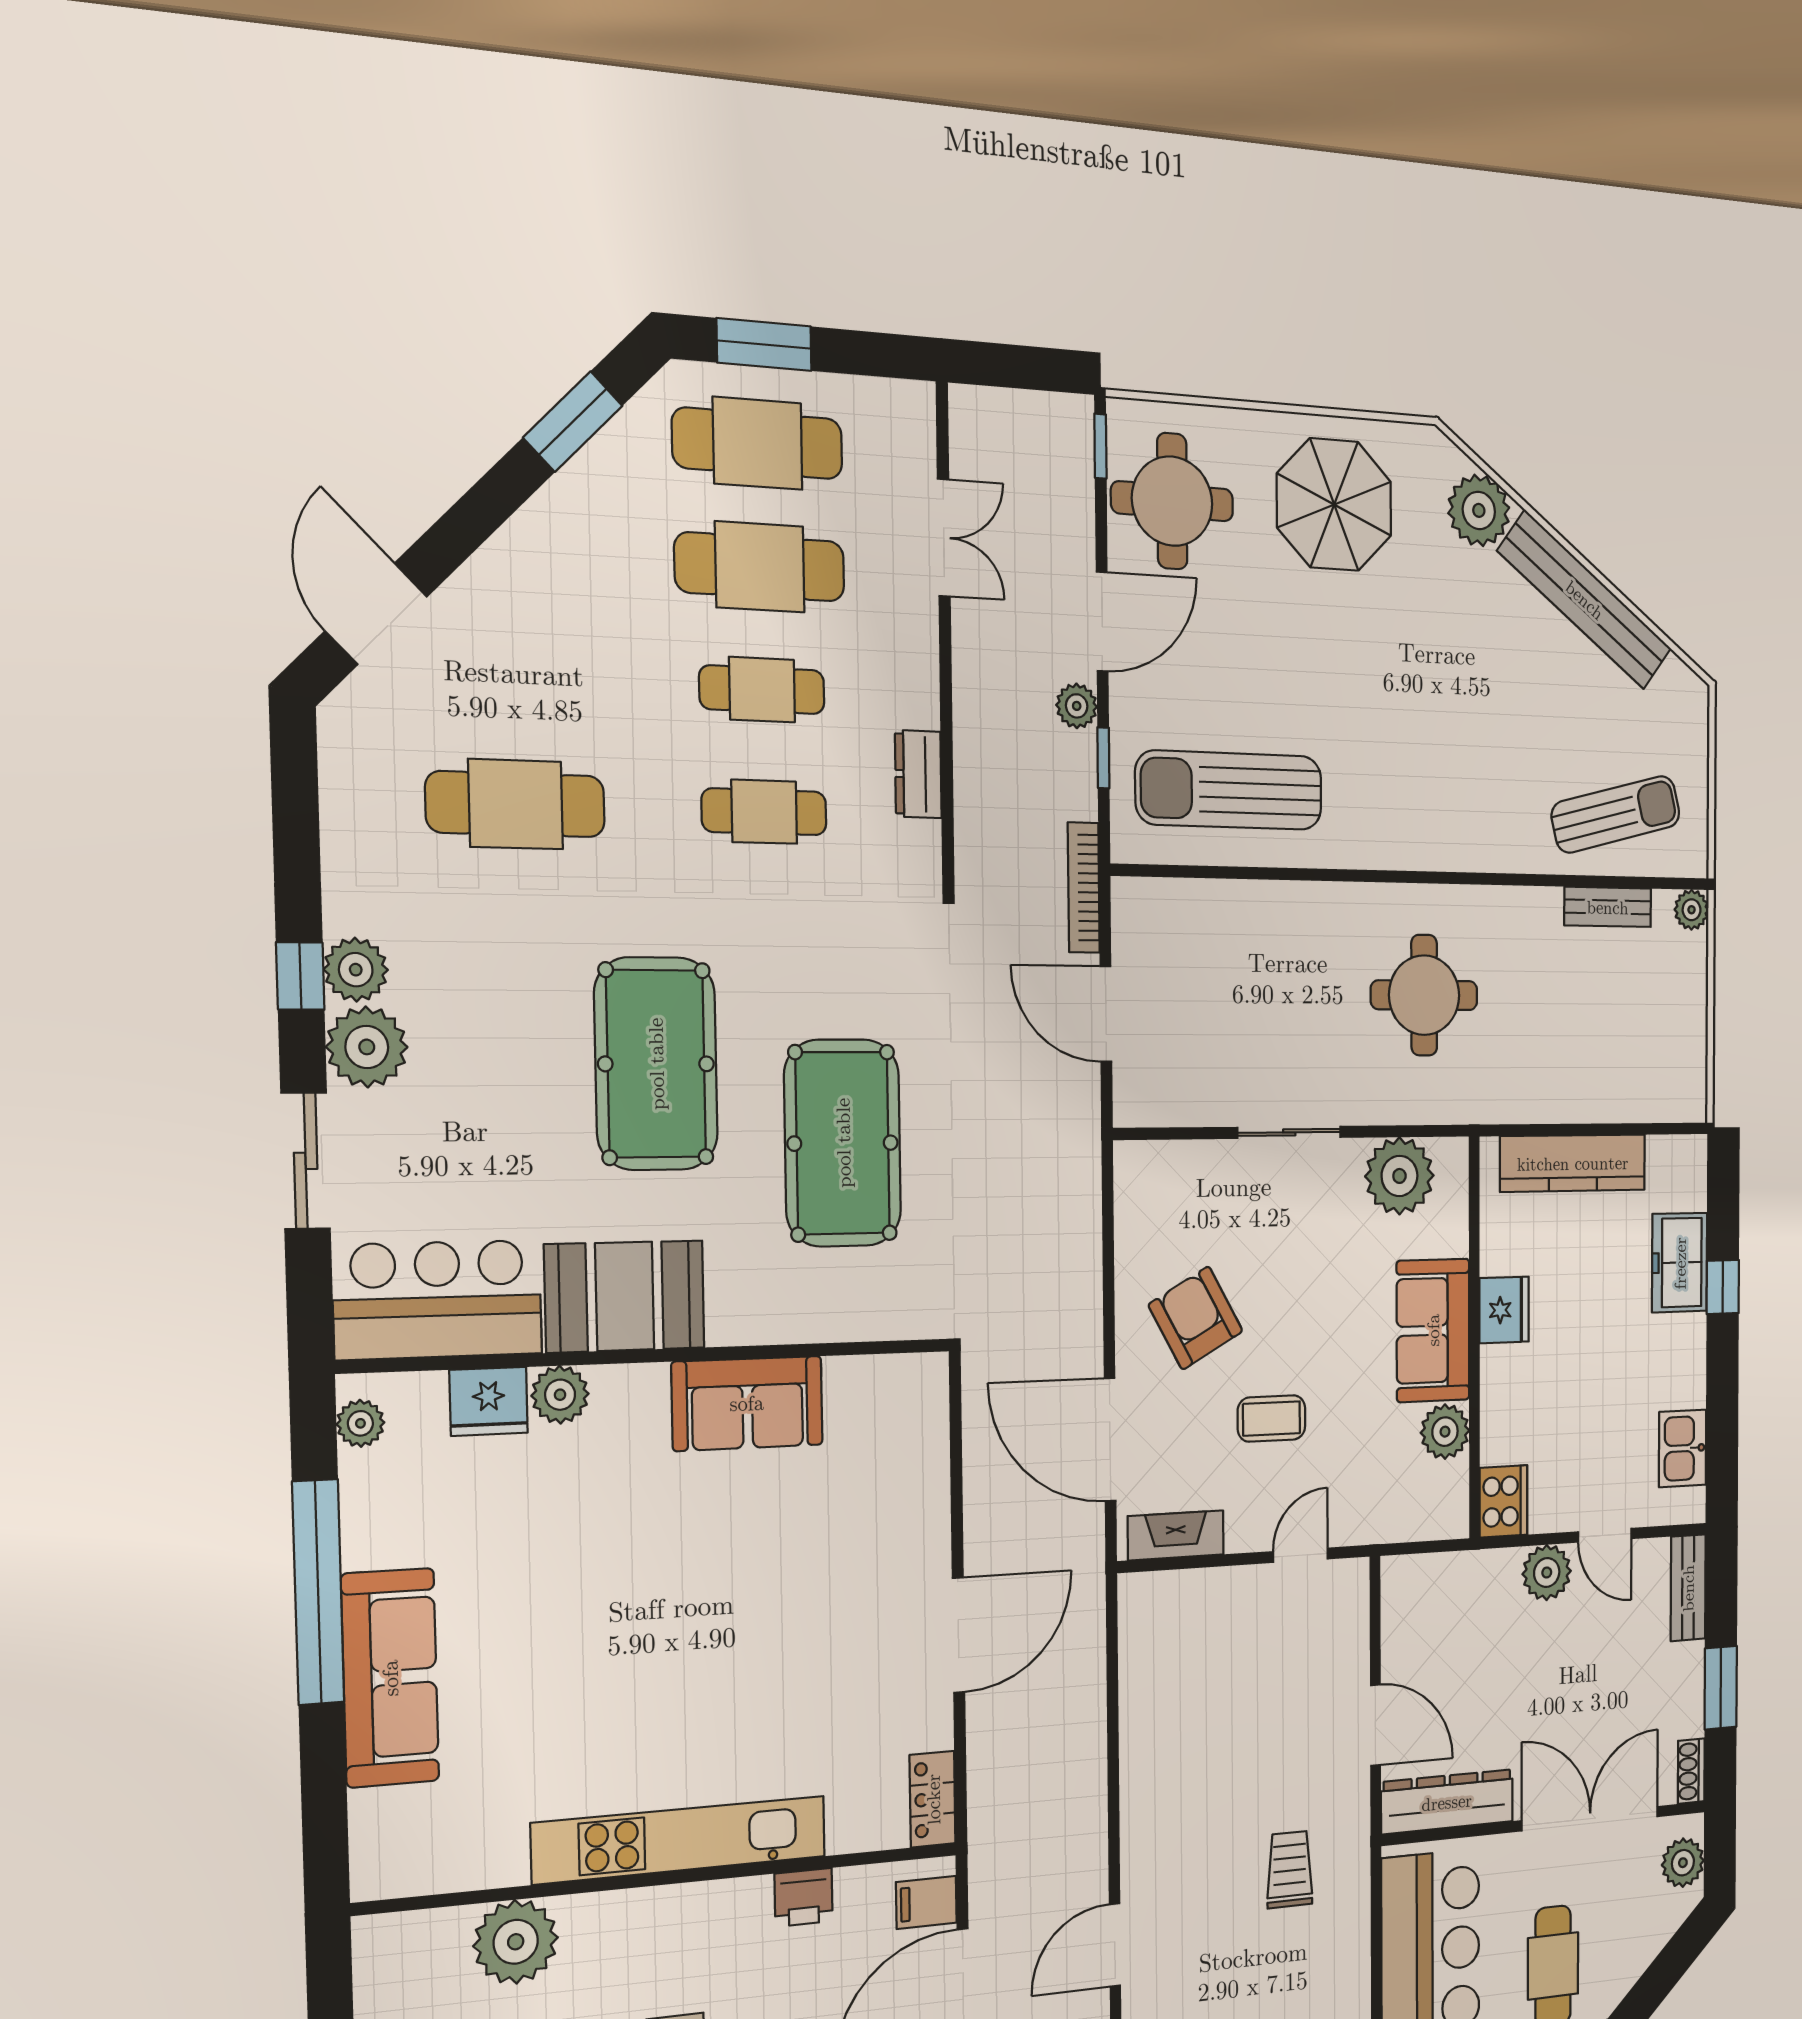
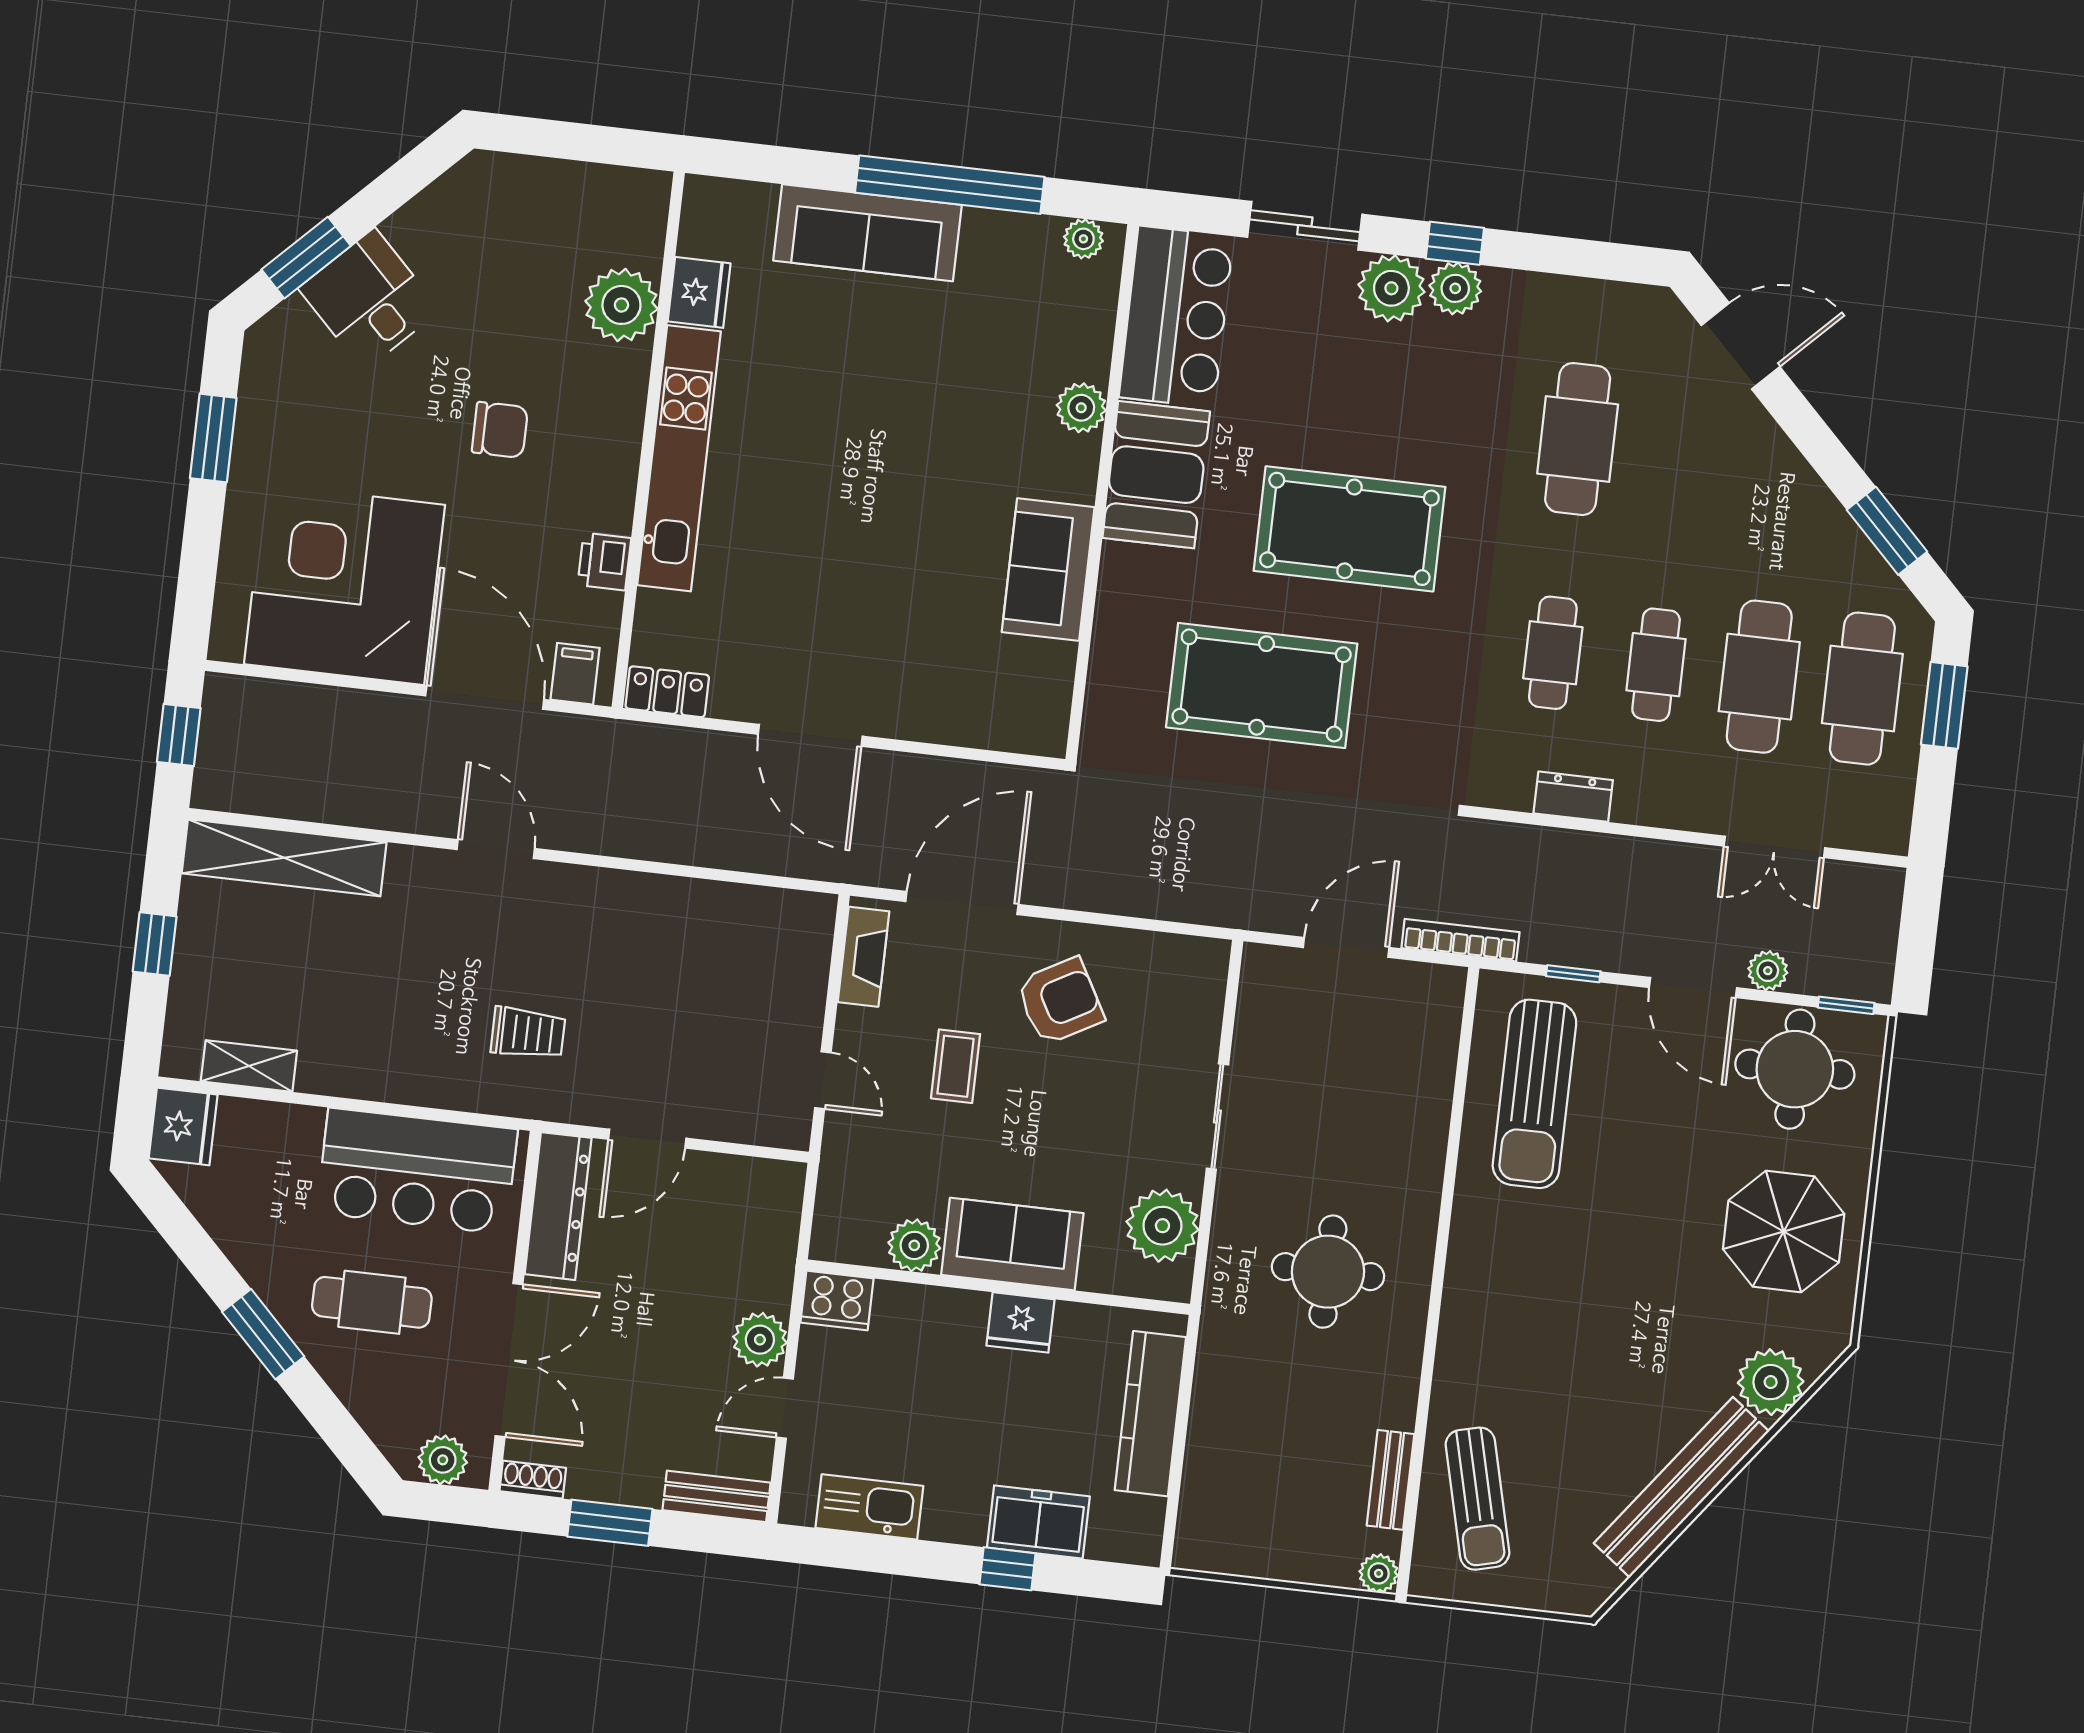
plant: (1077, 706) -> (1768, 971), moved
sun lounger: (1229, 790) -> (1534, 1094), turned 180
fridge: (489, 1401) -> (699, 292), moved, turned 180
kitchen sink: (1683, 1448) -> (869, 1507), width x1.38

